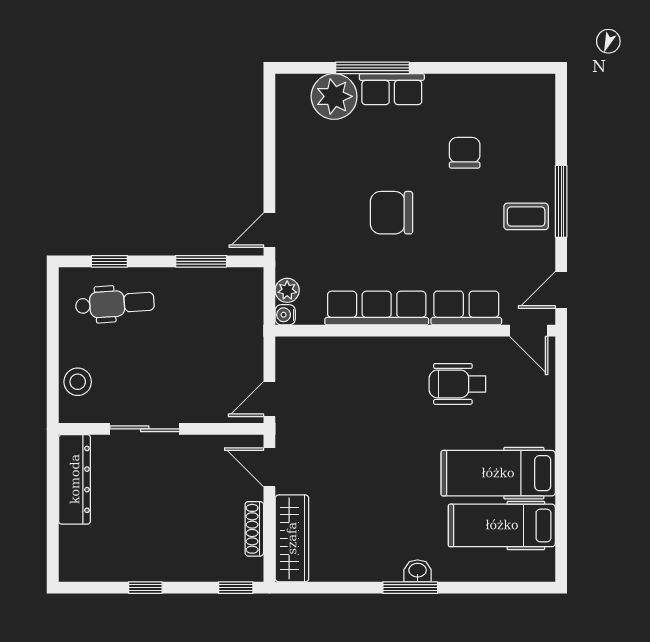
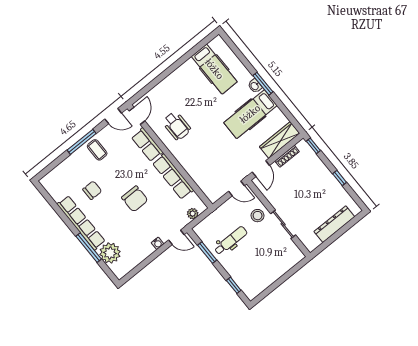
row of seats: (392, 89) -> (81, 223), width x2.02
chair: (465, 153) -> (92, 190), turned 180
dental chair: (115, 304) -> (231, 241), moved, turned 94
water cooler: (285, 315) -> (157, 243), moved
stool: (78, 382) -> (258, 216), moved
hospital bed: (498, 473) -> (250, 114), moved, turned 90
dresser: (75, 479) -> (334, 224), moved

